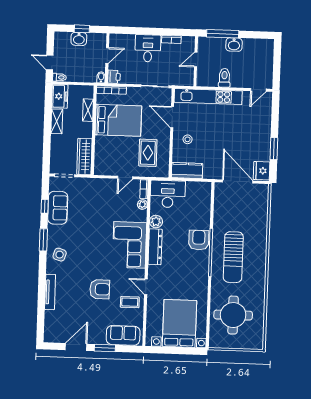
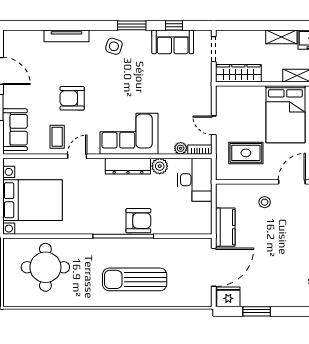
kitchen counter: (187, 171) -> (225, 227), moved
sun lounger: (233, 257) -> (135, 279), moved
armchair: (100, 289) -> (72, 98), turned 90

